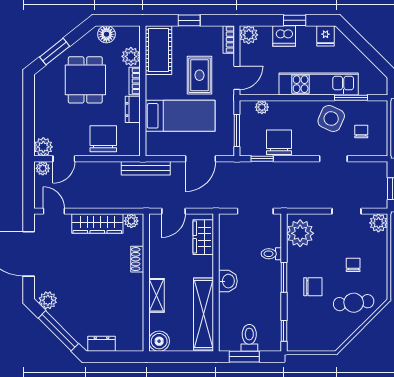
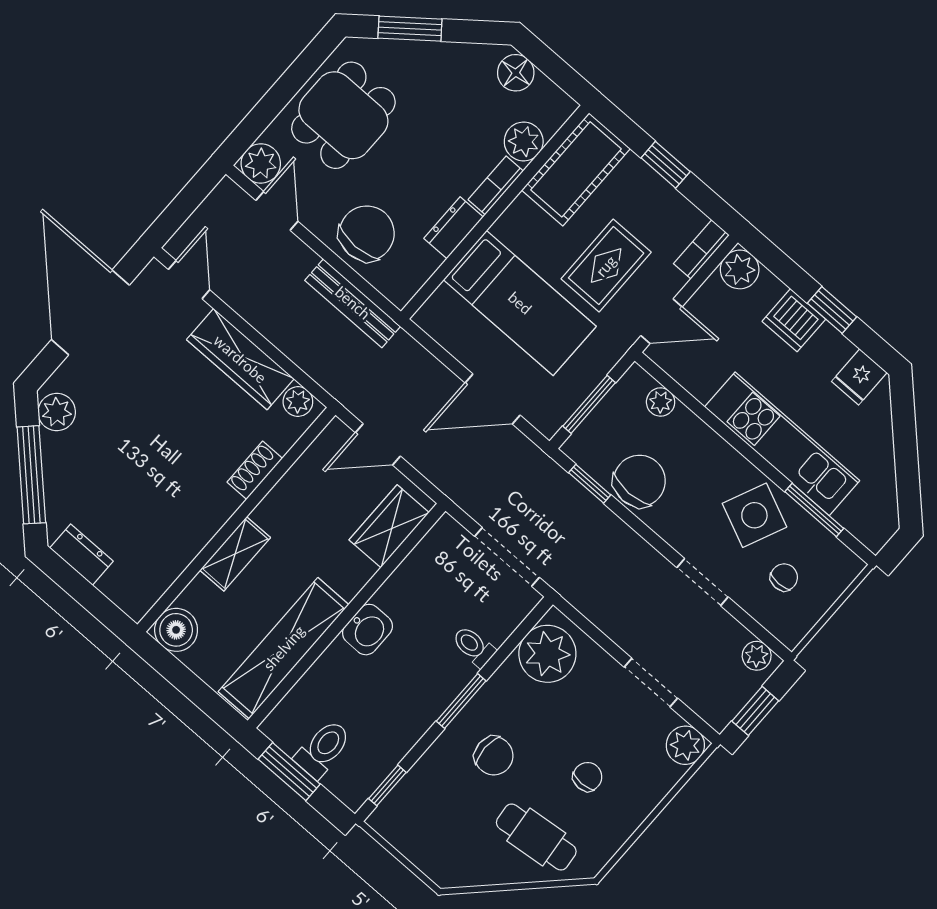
dining table: (85, 80) -> (343, 115), moved
door: (64, 159) -> (277, 211), swing flipped
plant: (43, 168) -> (757, 656), moved
bench: (146, 168) -> (353, 303), moved

